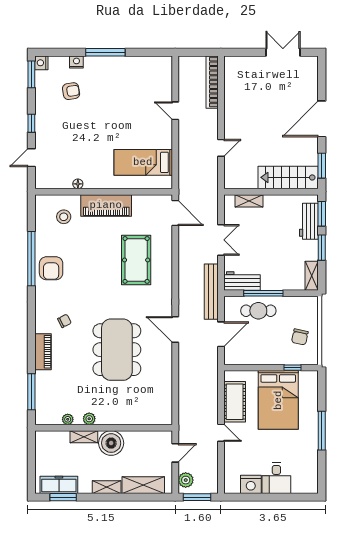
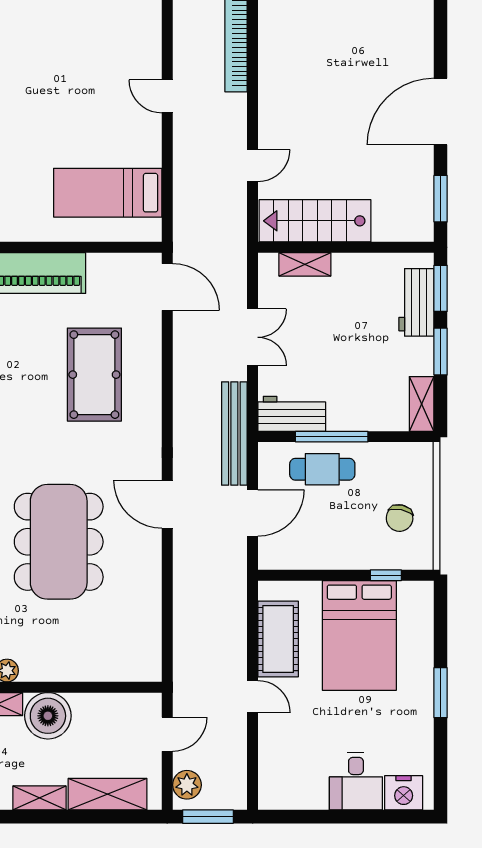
stairs: (288, 177) -> (315, 221), moved
window: (322, 431) -> (441, 693), width x0.69
nightstand: (251, 484) -> (404, 793), moved

